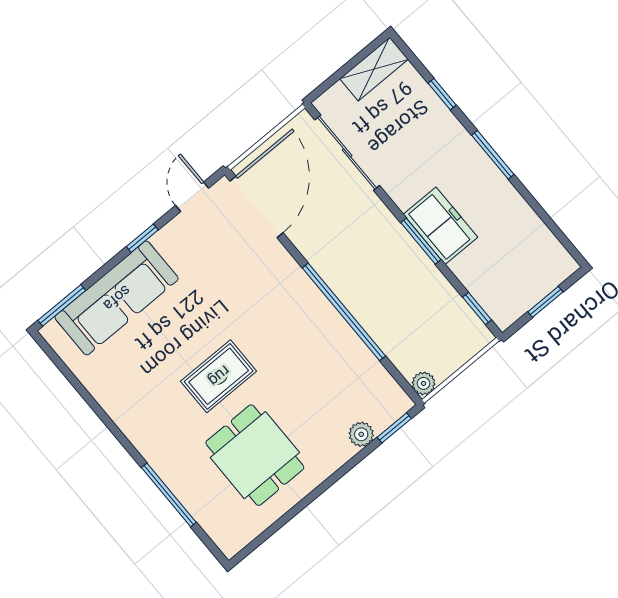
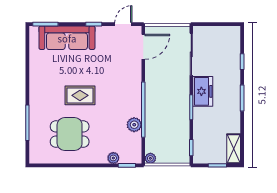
shelving: (374, 69) -> (234, 149), moved, turned 90
door: (257, 207) -> (143, 47), width x0.73
freezer: (441, 226) -> (203, 91), moved
plant: (350, 350) -> (134, 125), added
dining table: (255, 455) -> (70, 134), turned 90

